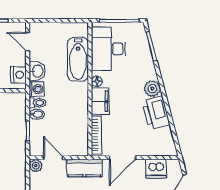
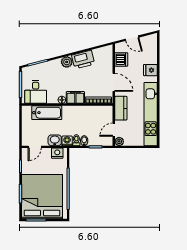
desk: (108, 49) -> (36, 92), width x0.73

